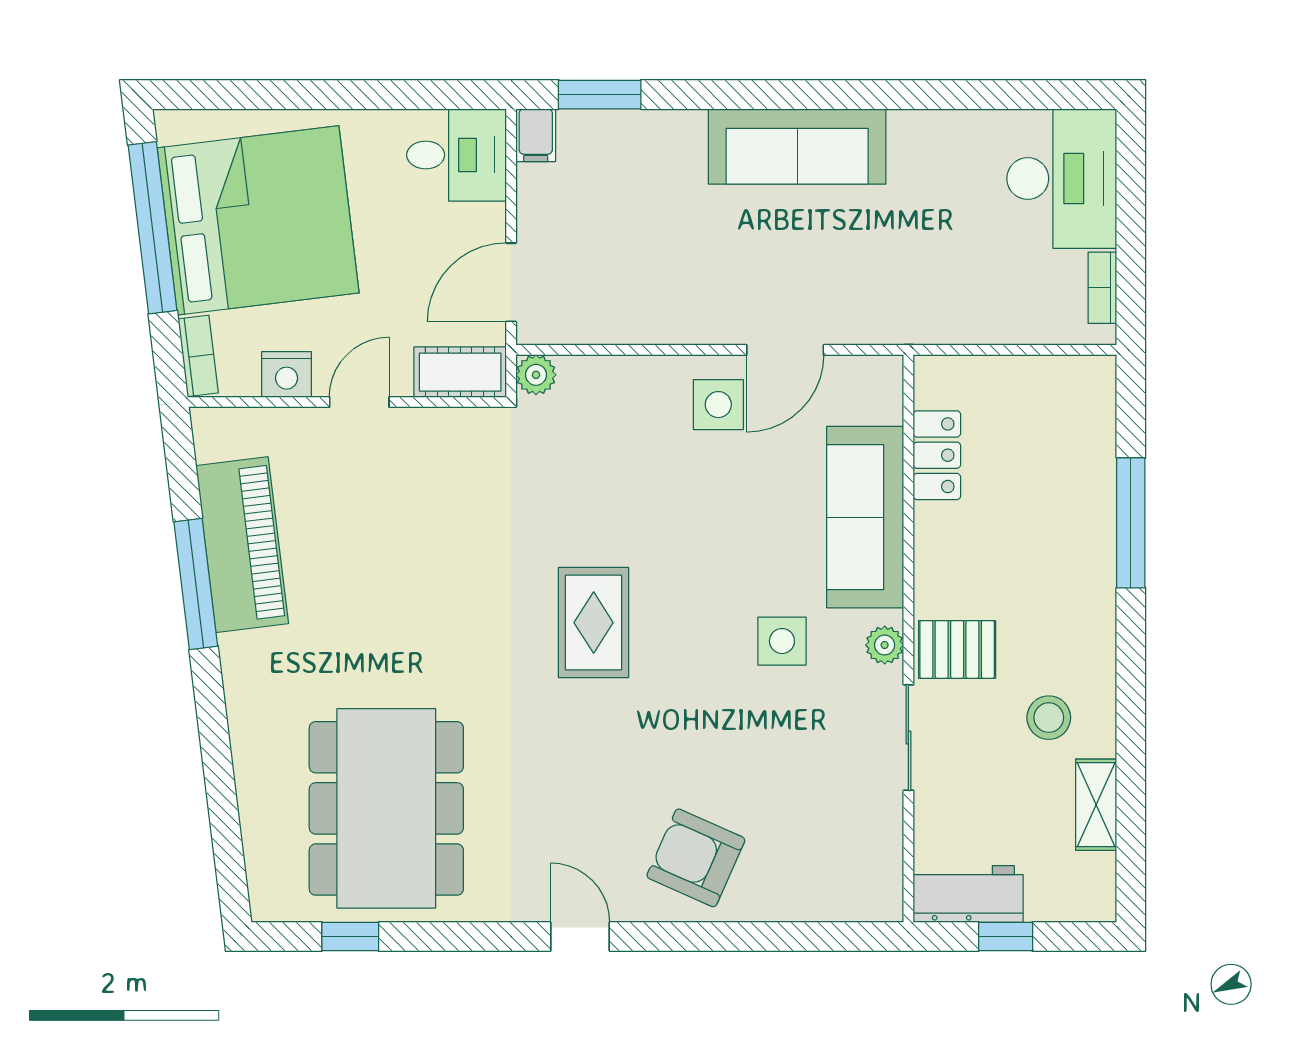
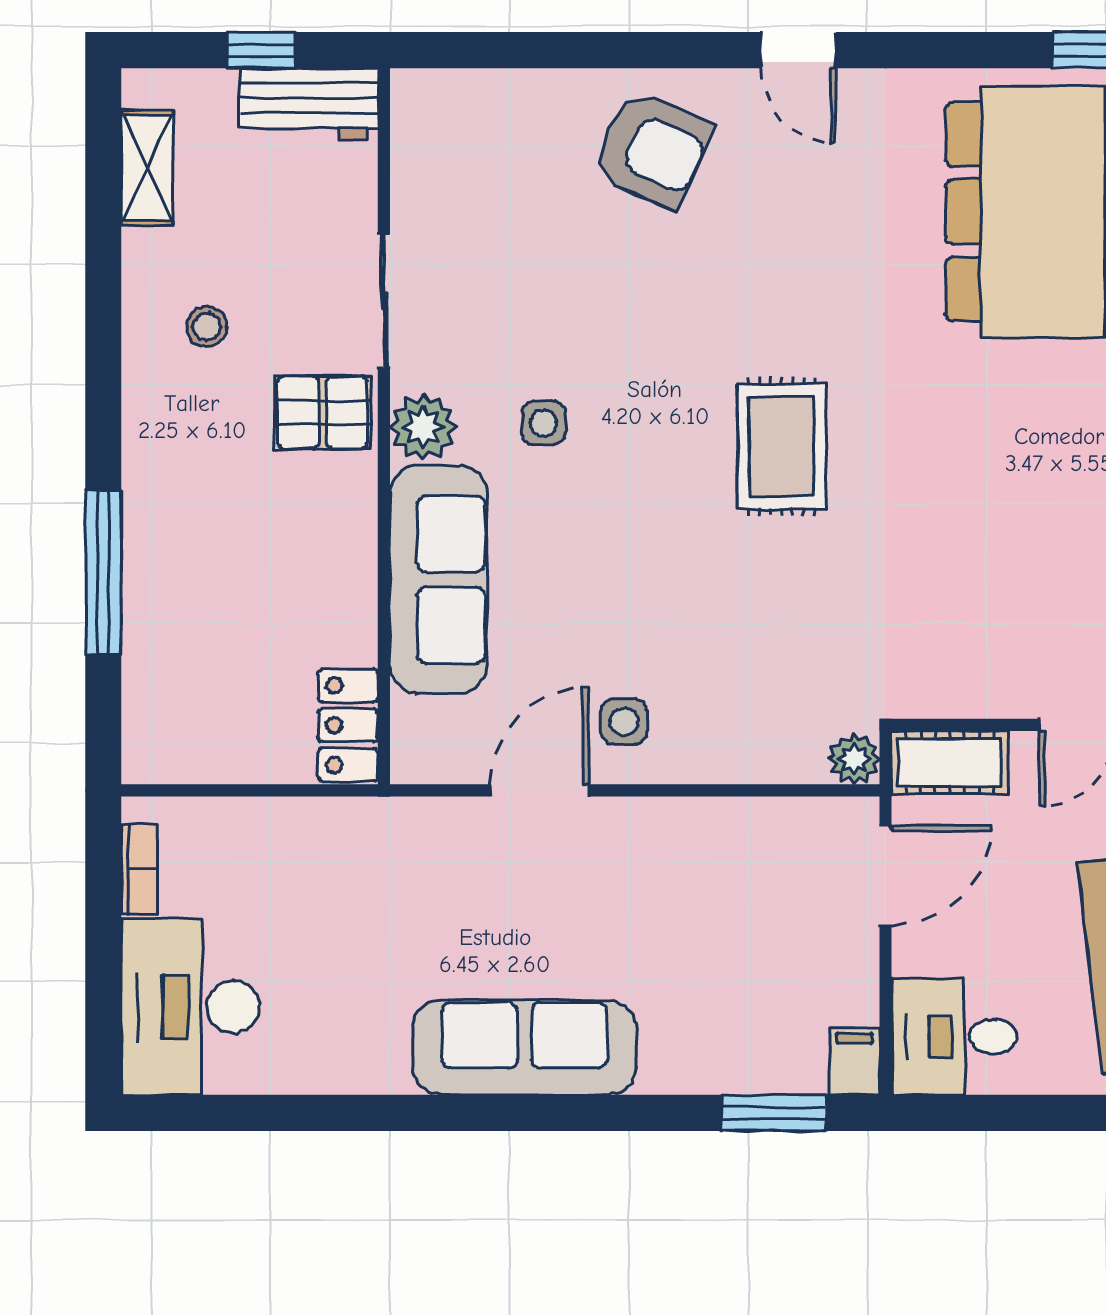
side table: (718, 405) -> (624, 722), width x0.73, depth x0.73
locker: (937, 455) -> (348, 725), moved
side table: (782, 641) -> (544, 423), width x0.73, depth x0.73
plant: (885, 645) -> (423, 427), width x1.38, depth x1.38
stool: (1049, 718) -> (207, 326), width x0.73, depth x0.73
shelving: (1096, 805) -> (147, 168), moved

